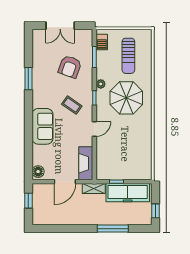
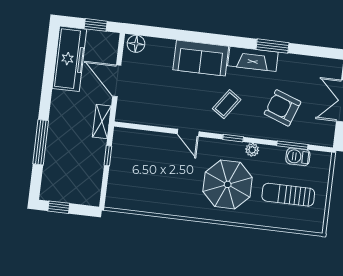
barbecue: (102, 42) -> (298, 157), moved
fireplace: (86, 163) -> (253, 59), moved, turned 180
freezer: (128, 193) -> (69, 59), moved, turned 180

